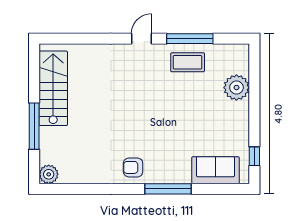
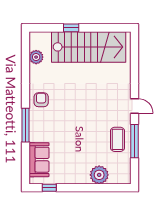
stairs: (53, 88) -> (89, 47), width x1.36, depth x1.51
window: (34, 126) -> (71, 28), width x0.46
plant: (49, 174) -> (36, 57), moved

